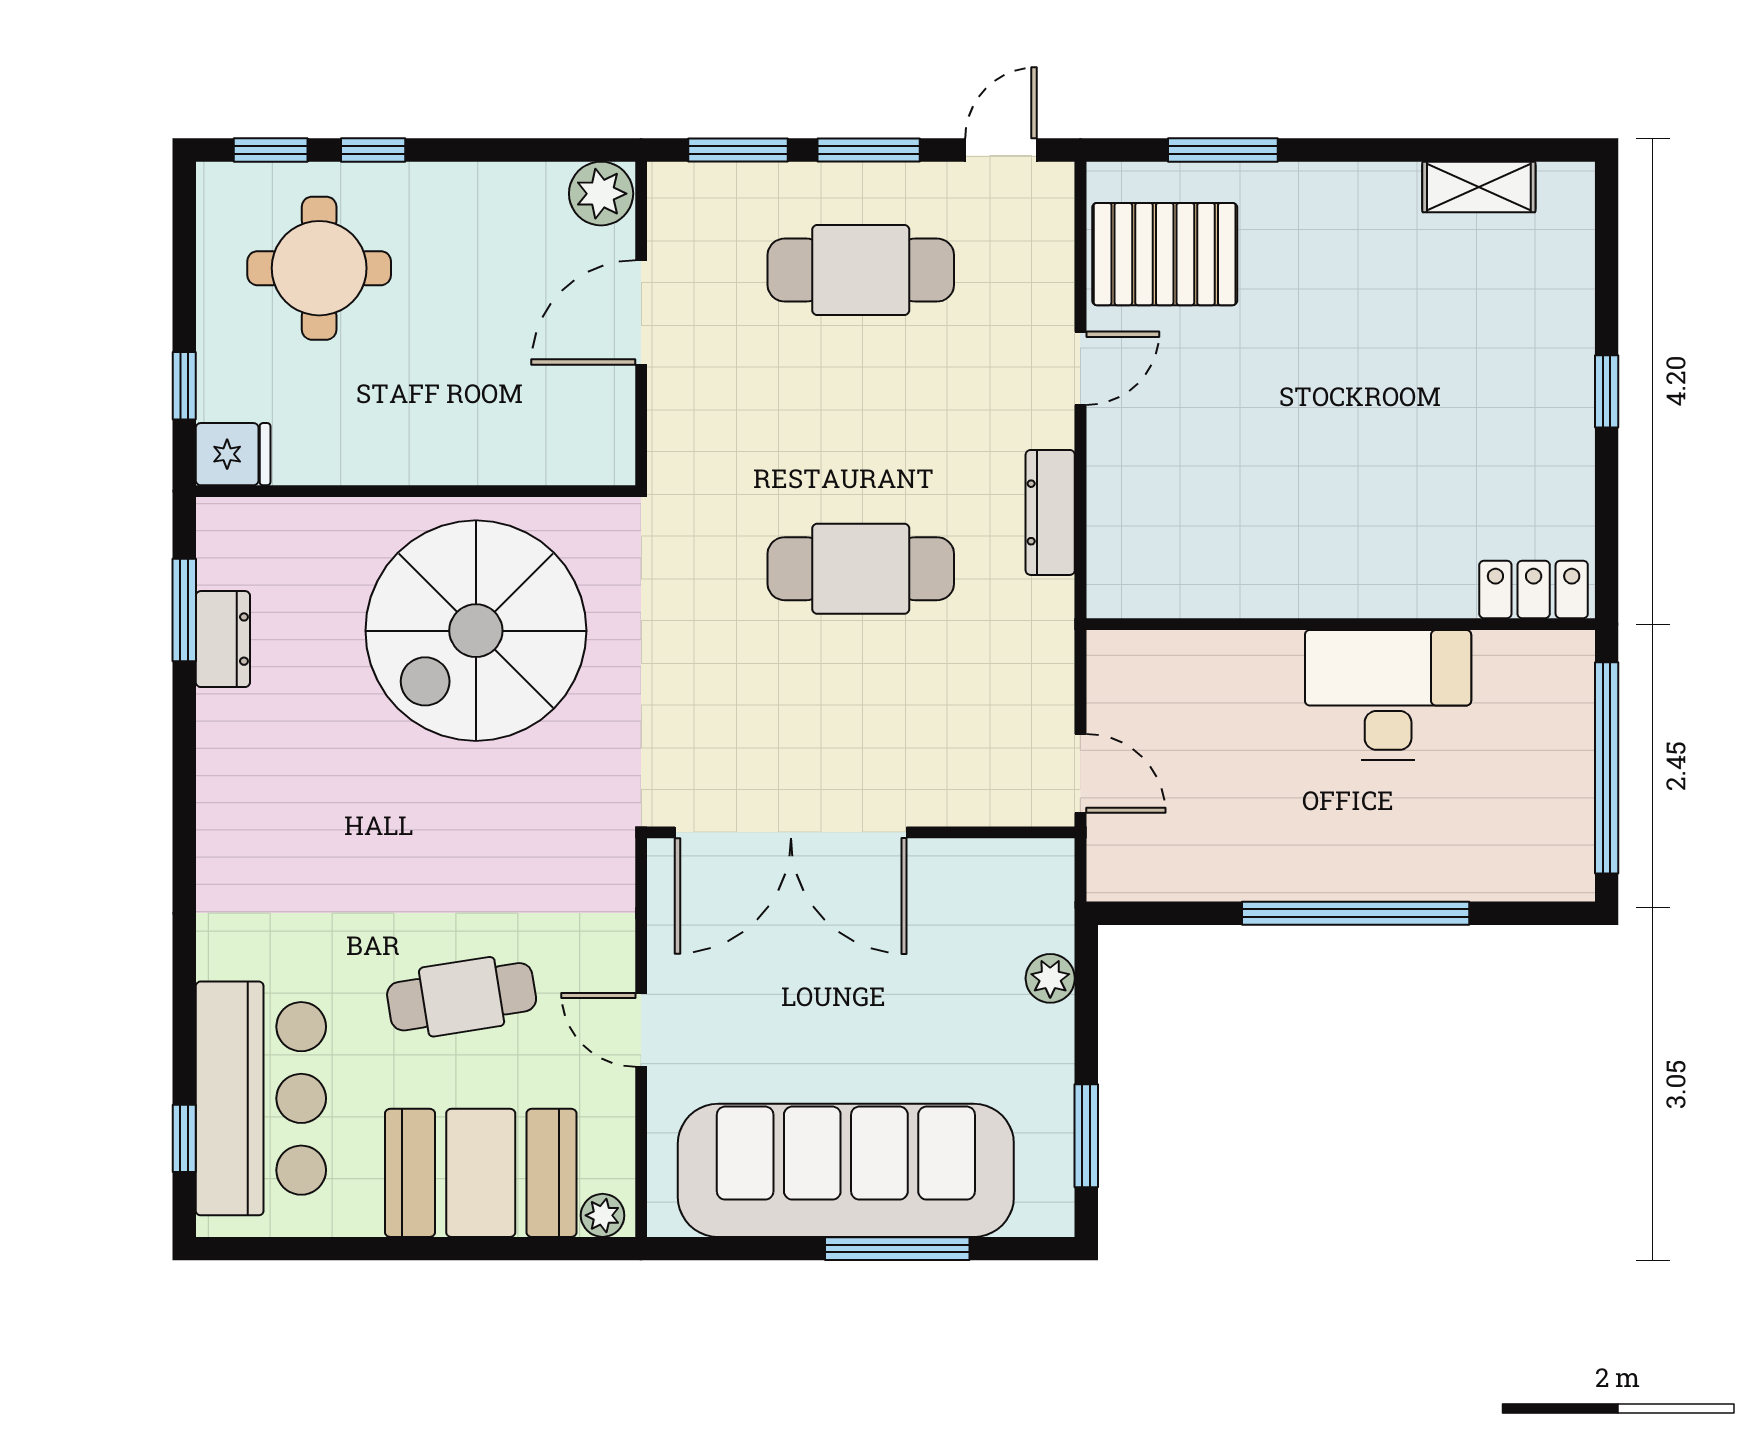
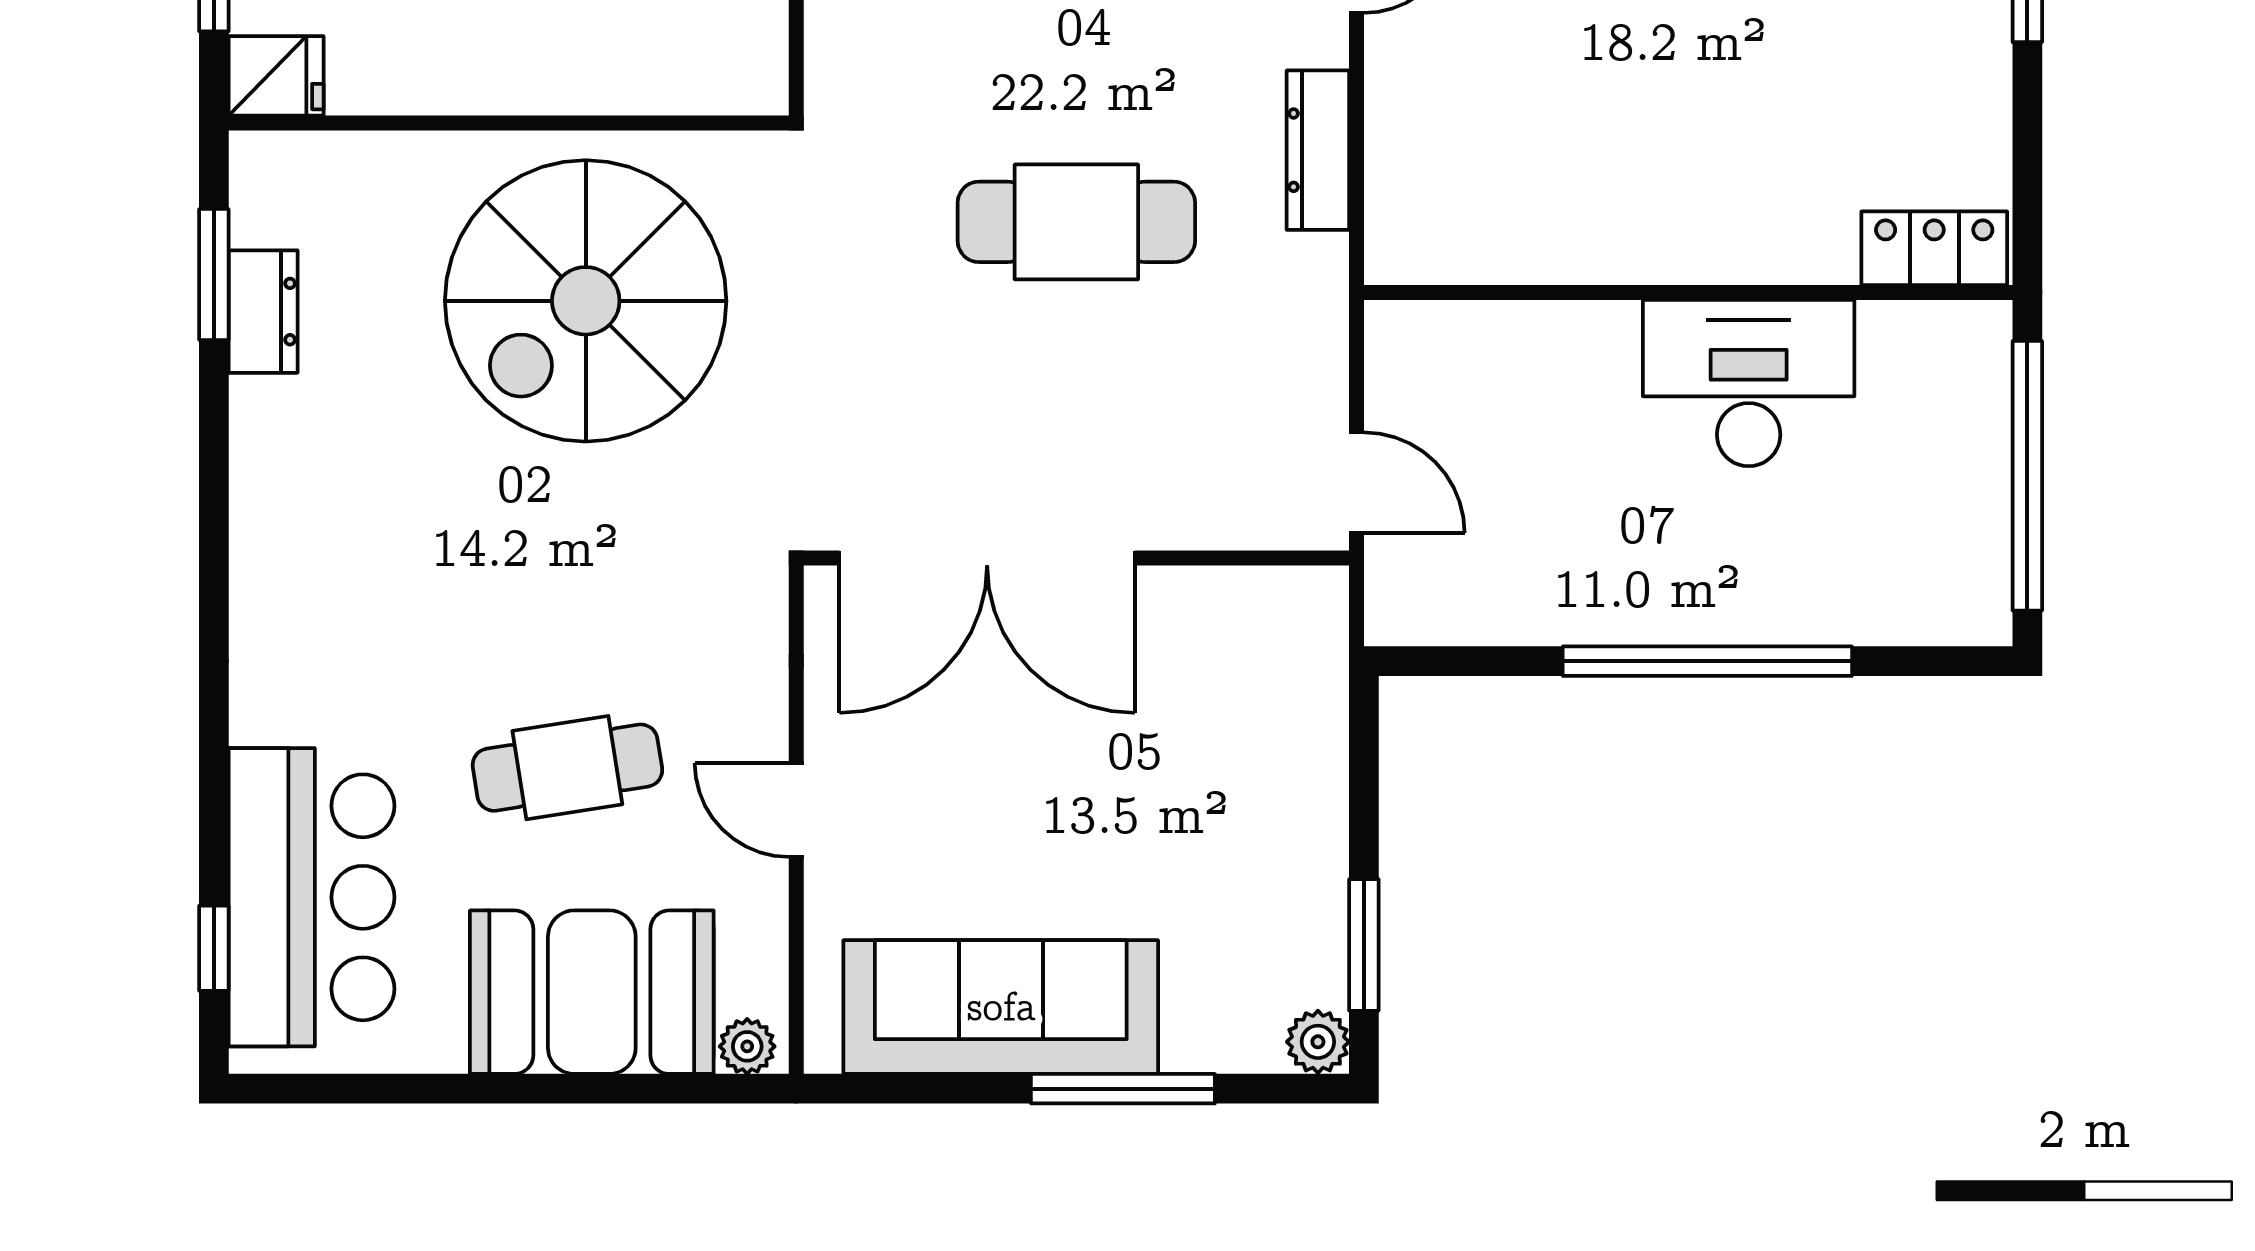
plant: (1050, 978) -> (1318, 1042), moved
sofa: (846, 1170) -> (1001, 1007), width x0.74, depth x0.79

